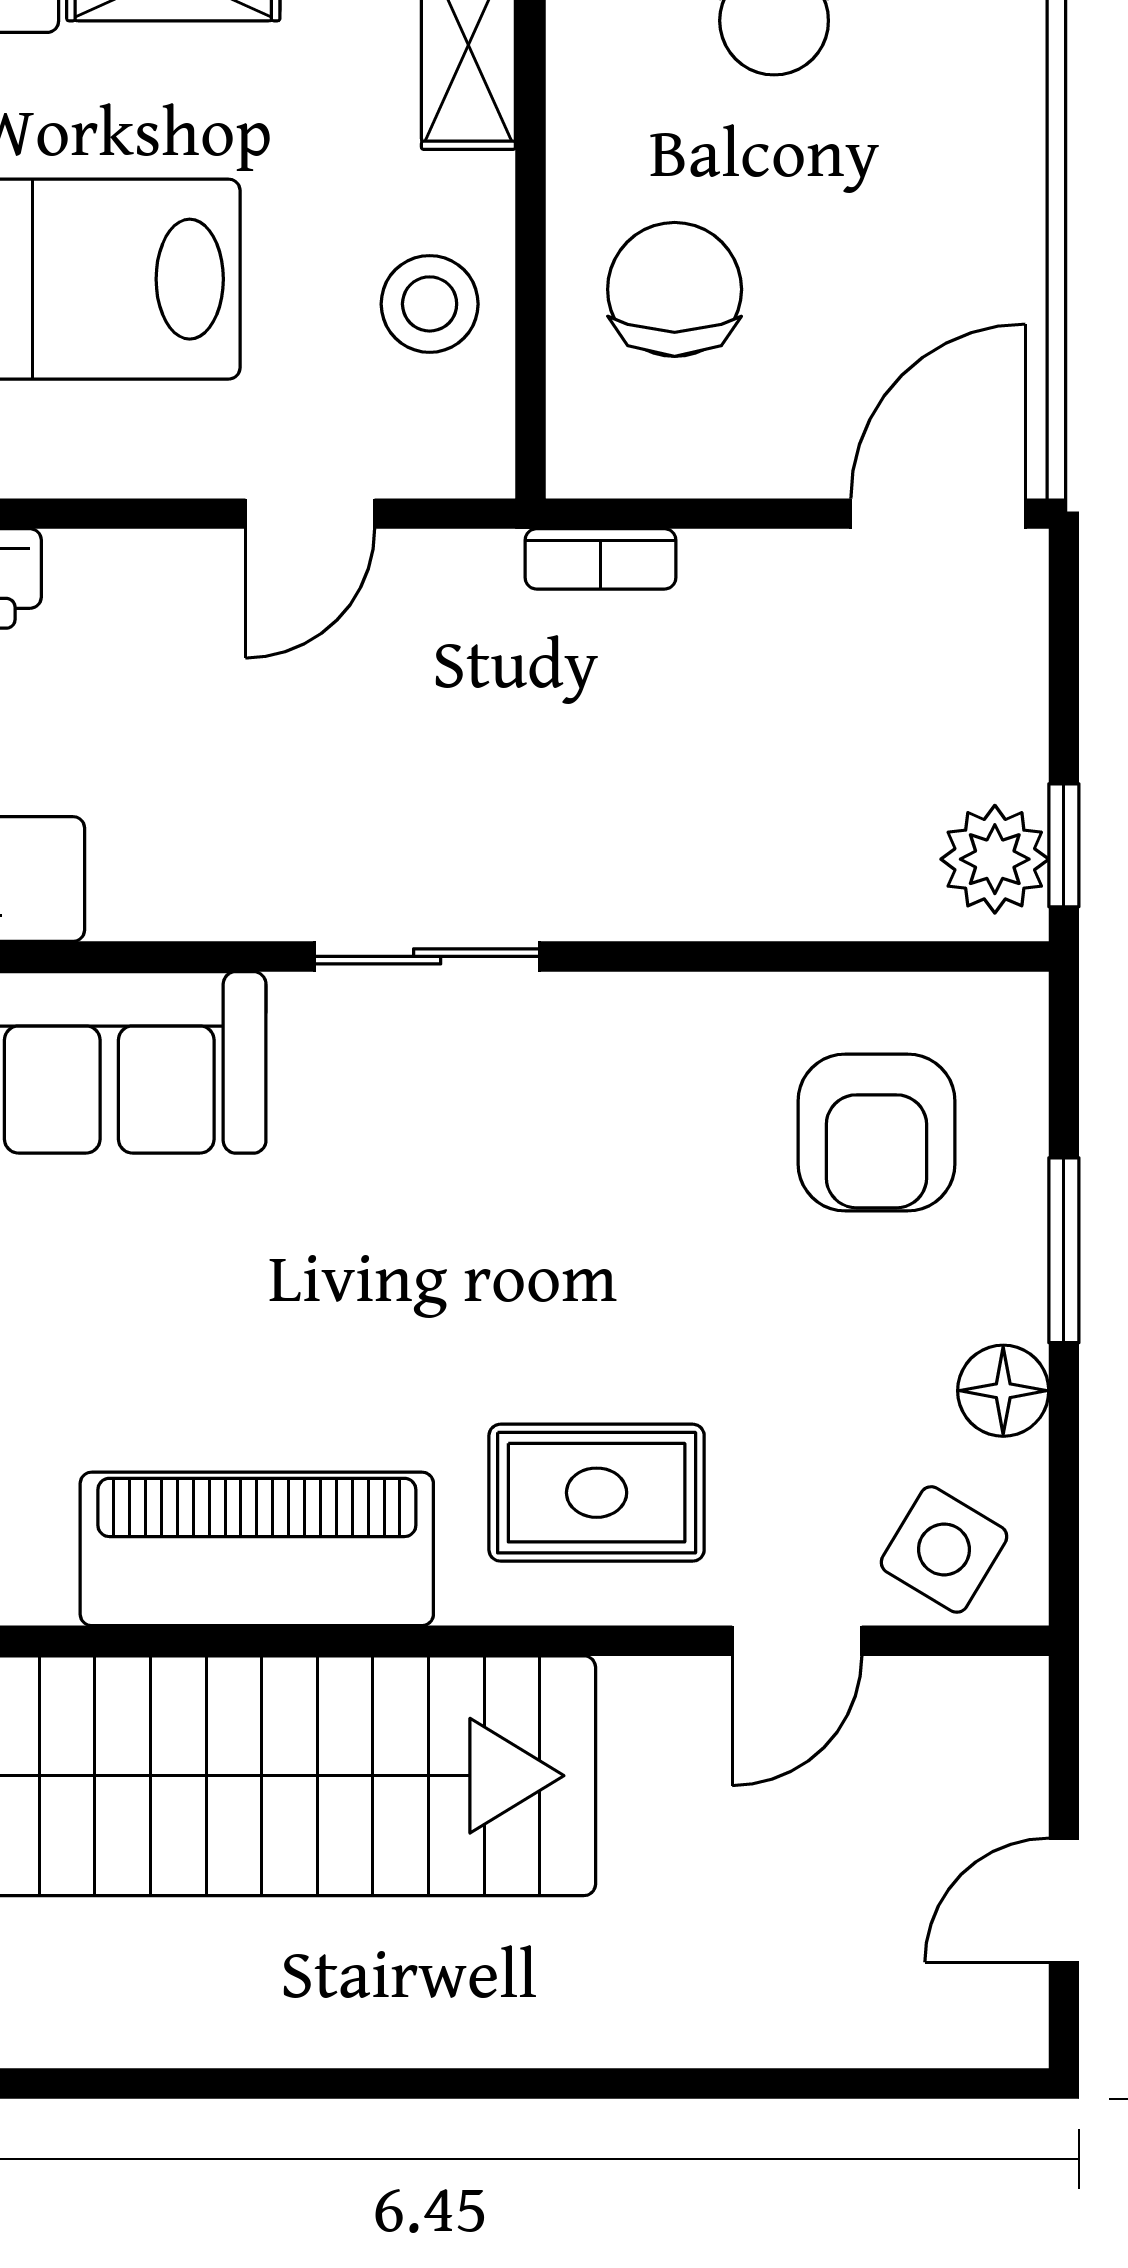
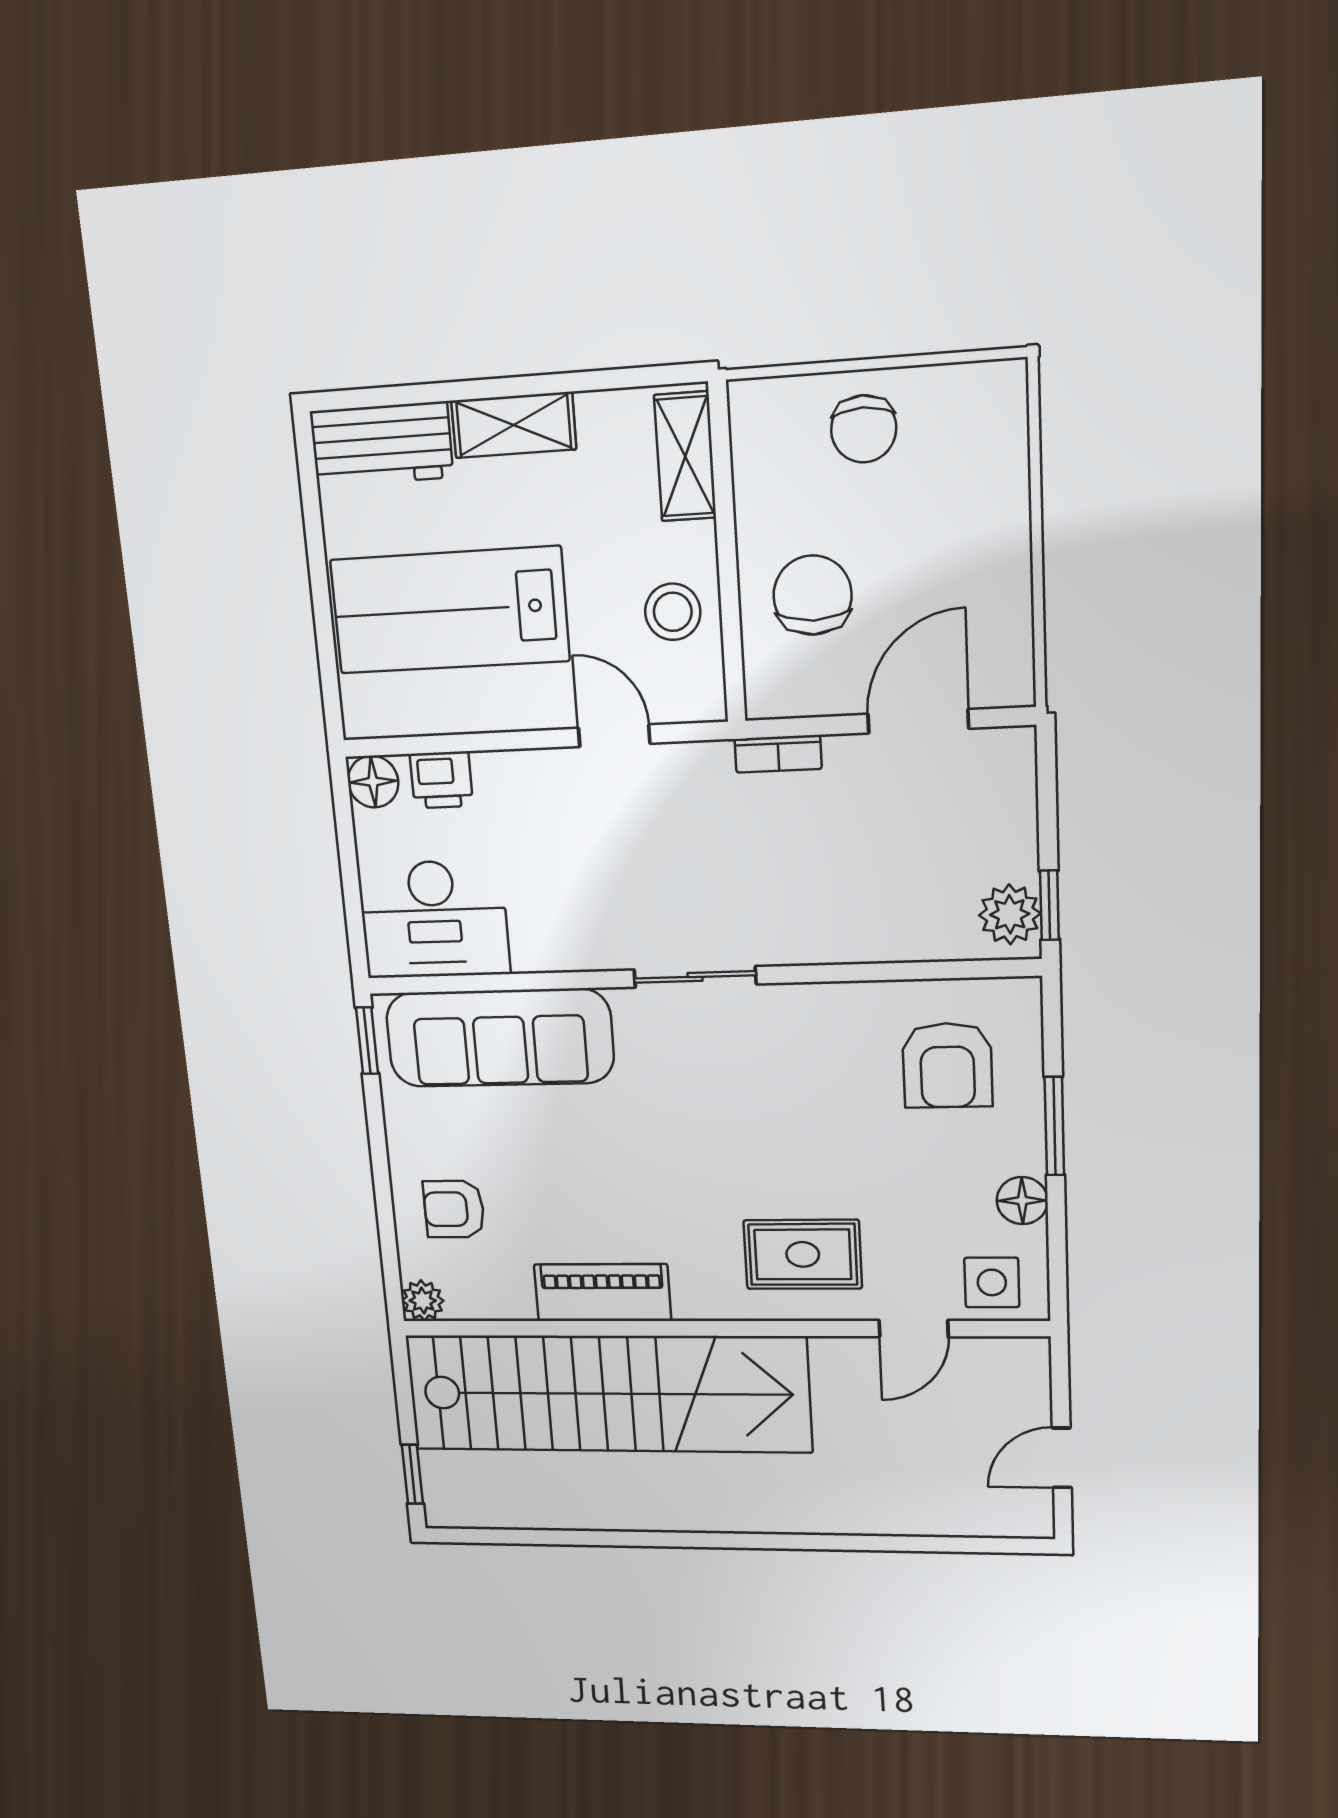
door: (310, 514) -> (614, 736), swing flipped
door: (938, 514) -> (918, 721), moved
piano: (257, 1549) -> (602, 1293), width x0.73, depth x0.75
side table: (944, 1549) -> (992, 1282), turned -31

